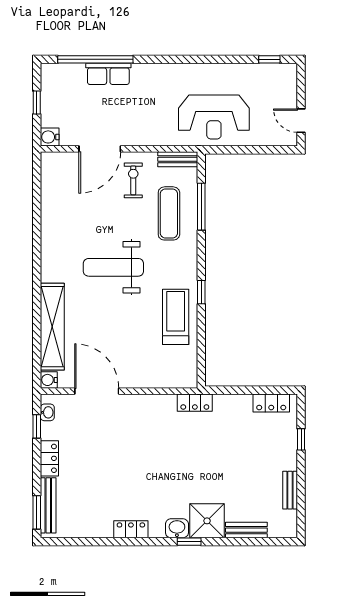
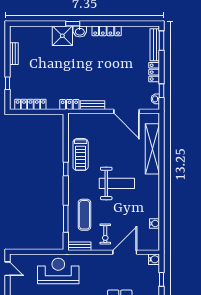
water cooler: (49, 380) -> (154, 223), moved
locker: (271, 403) -> (30, 104), width x1.53
locker: (131, 529) -> (107, 31), width x1.53
bench: (246, 530) -> (92, 105), moved

